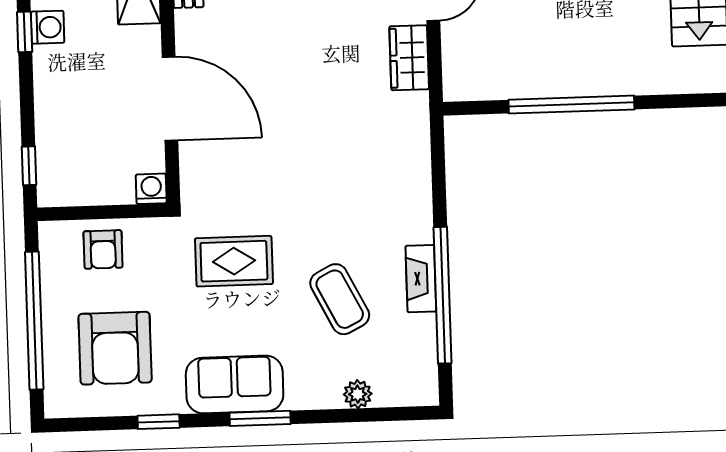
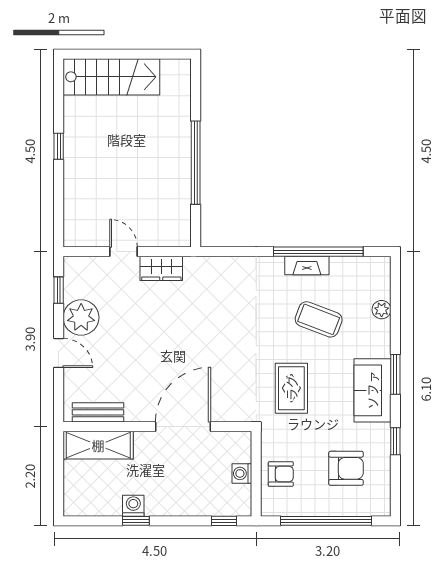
washing machine: (151, 189) -> (242, 473), moved
coffee table: (340, 299) -> (319, 319), turned 48
armchair: (115, 348) -> (346, 468), width x0.73, depth x0.73

